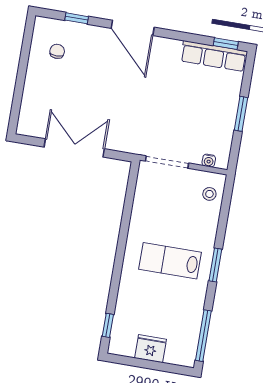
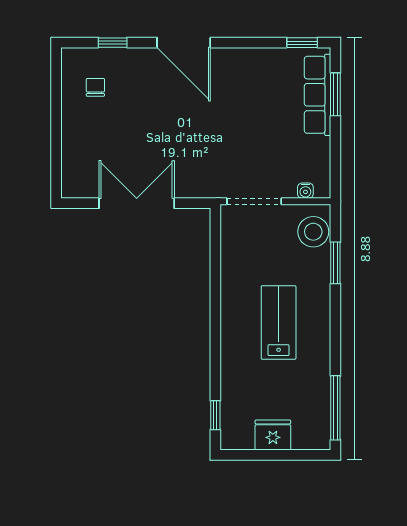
row of seats: (214, 56) -> (318, 95), moved, turned 90
window: (241, 114) -> (335, 94), moved
stool: (209, 194) -> (313, 232), width x1.89, depth x1.89
lab bench: (170, 261) -> (279, 323), turned 90
window: (215, 265) -> (335, 263), moved

